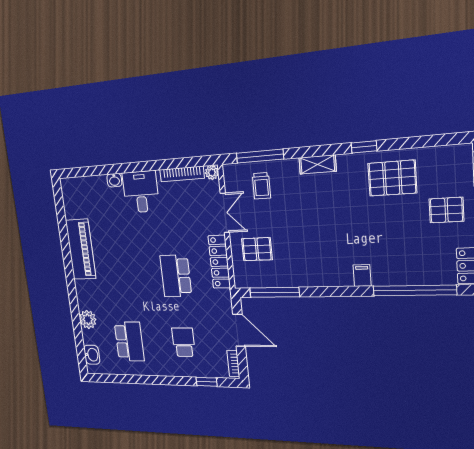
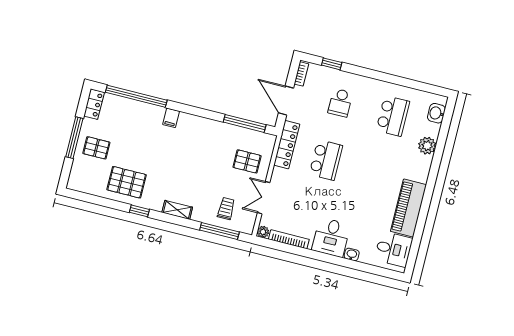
desk: (78, 201) -> (393, 249), added
locker: (219, 262) -> (287, 145), moved
school desk: (129, 341) -> (393, 116), turned 180

